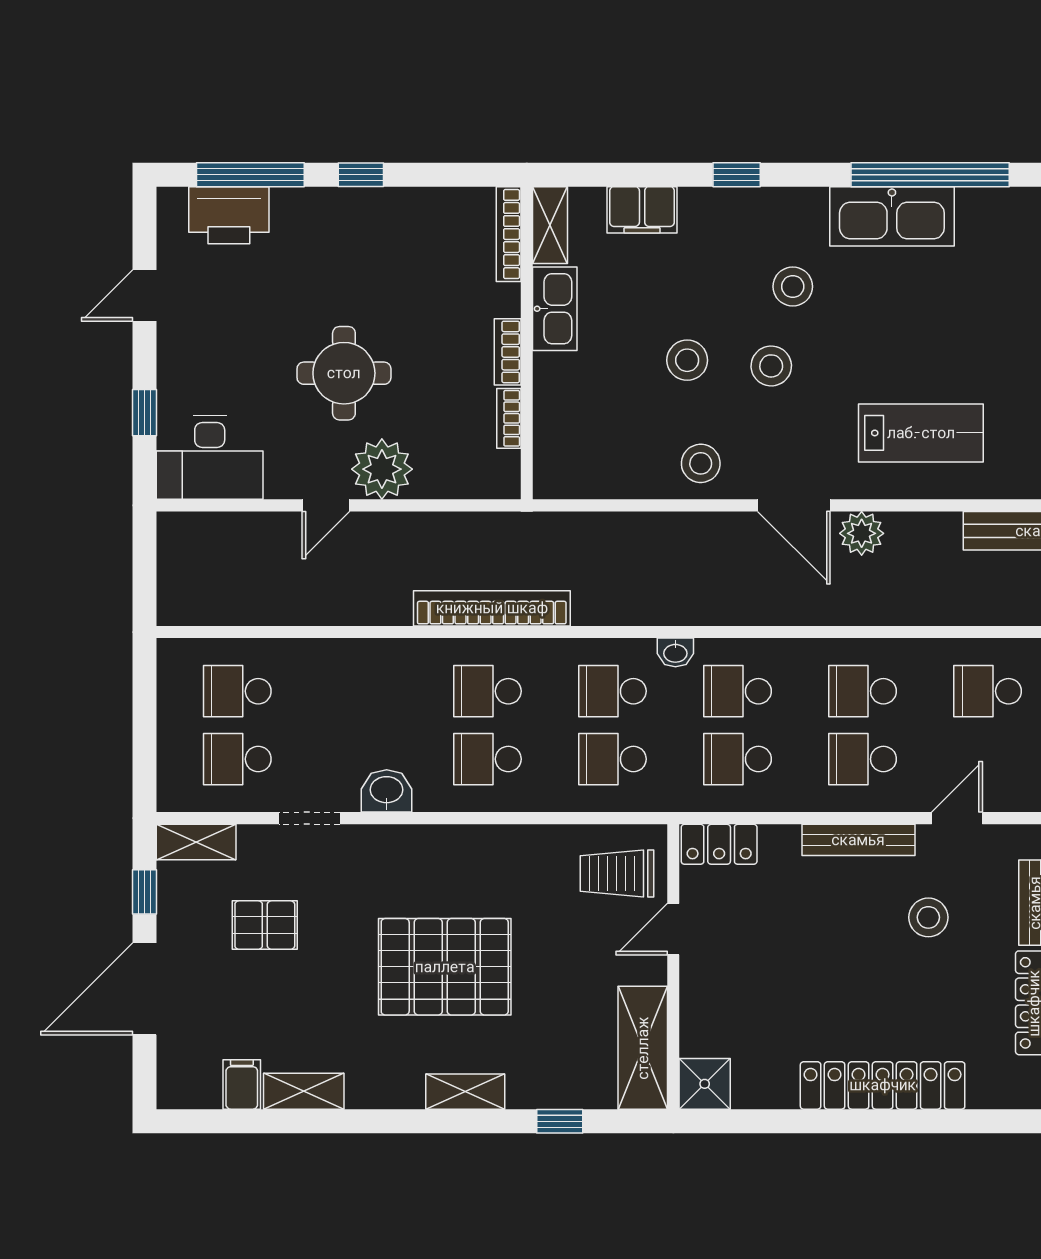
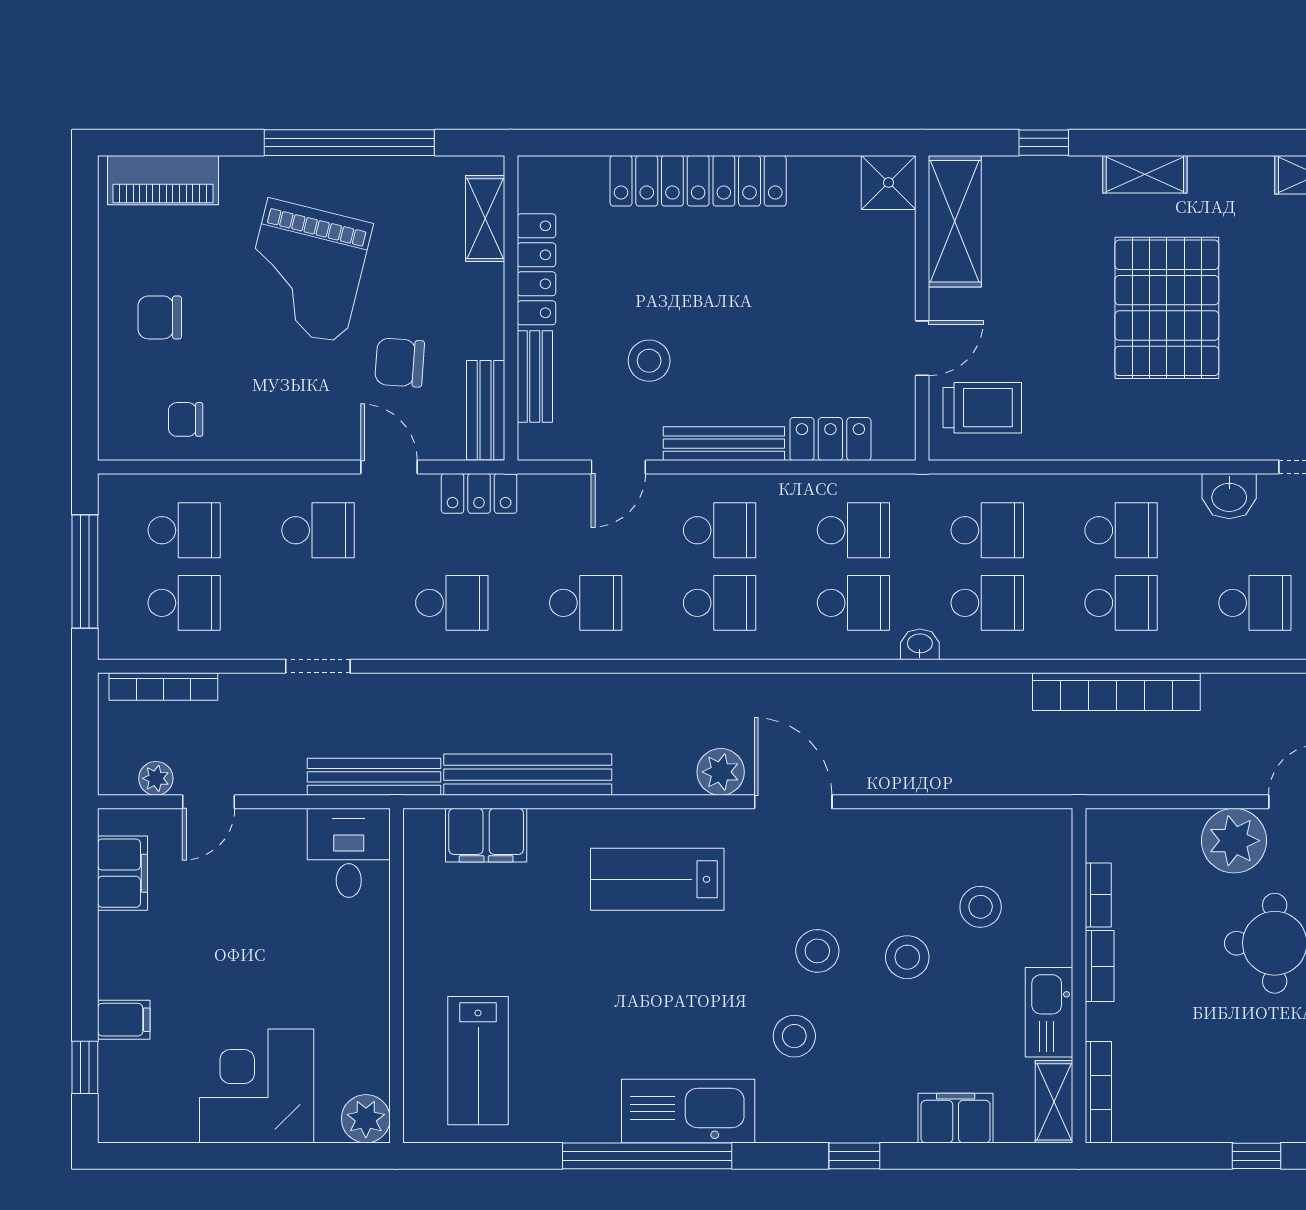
stool: (701, 463) -> (981, 907), moved
school desk: (362, 691) -> (1255, 603), added
locker: (719, 844) -> (830, 439), moved
pallet: (445, 967) -> (1167, 308), turned 90

